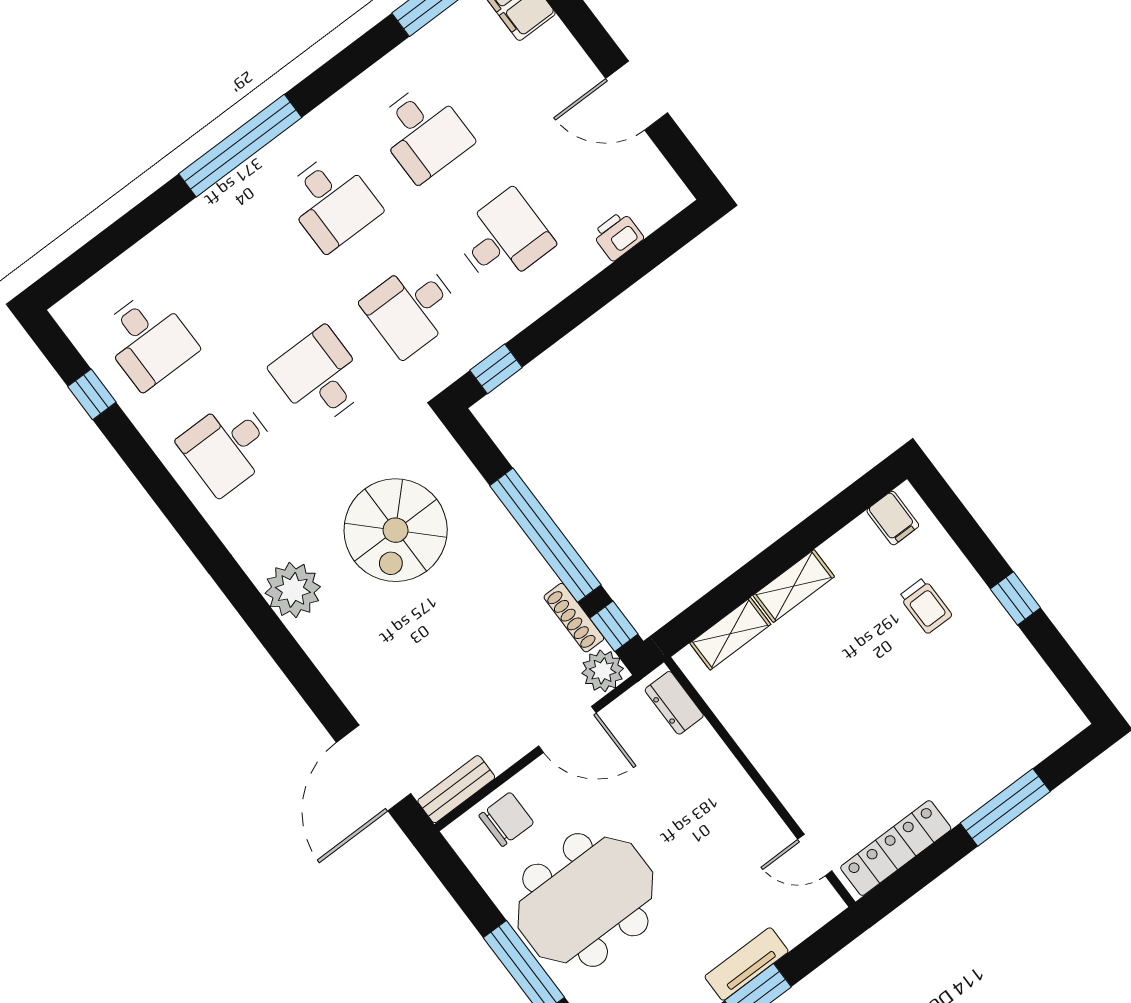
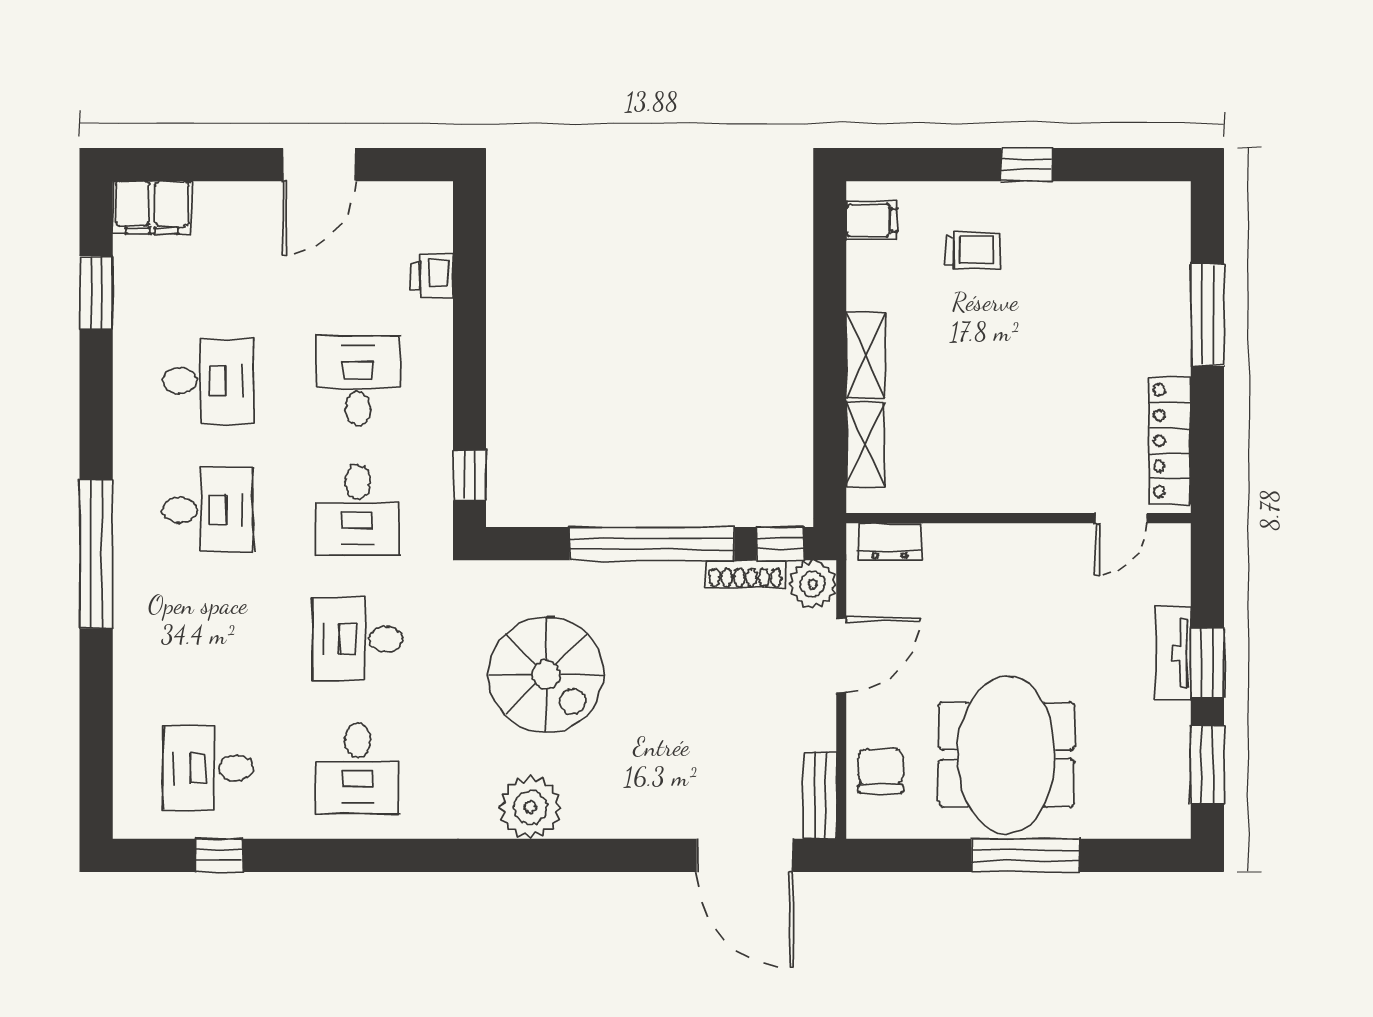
desk: (148, 340) -> (208, 768), turned 180

